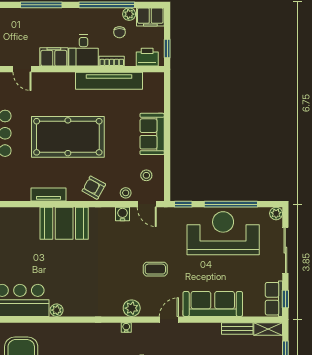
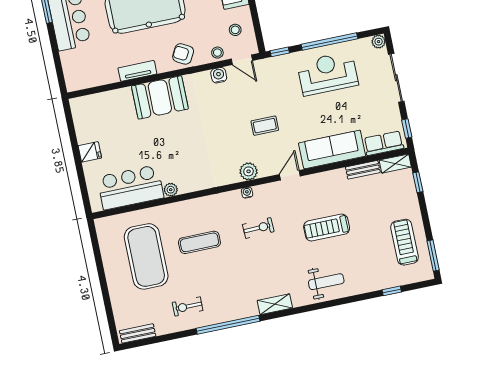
reception desk: (223, 233) -> (328, 74), width x0.74, depth x0.77
row of seats: (274, 299) -> (384, 143), moved, turned 90

